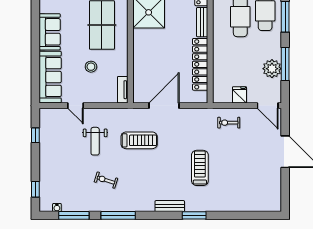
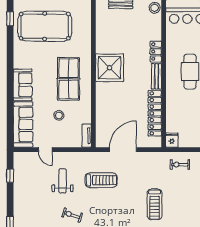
fridge: (239, 95) -> (172, 140), moved
weight bench: (95, 141) -> (63, 181), turned 180
treadmill: (200, 168) -> (154, 204), turned 180

